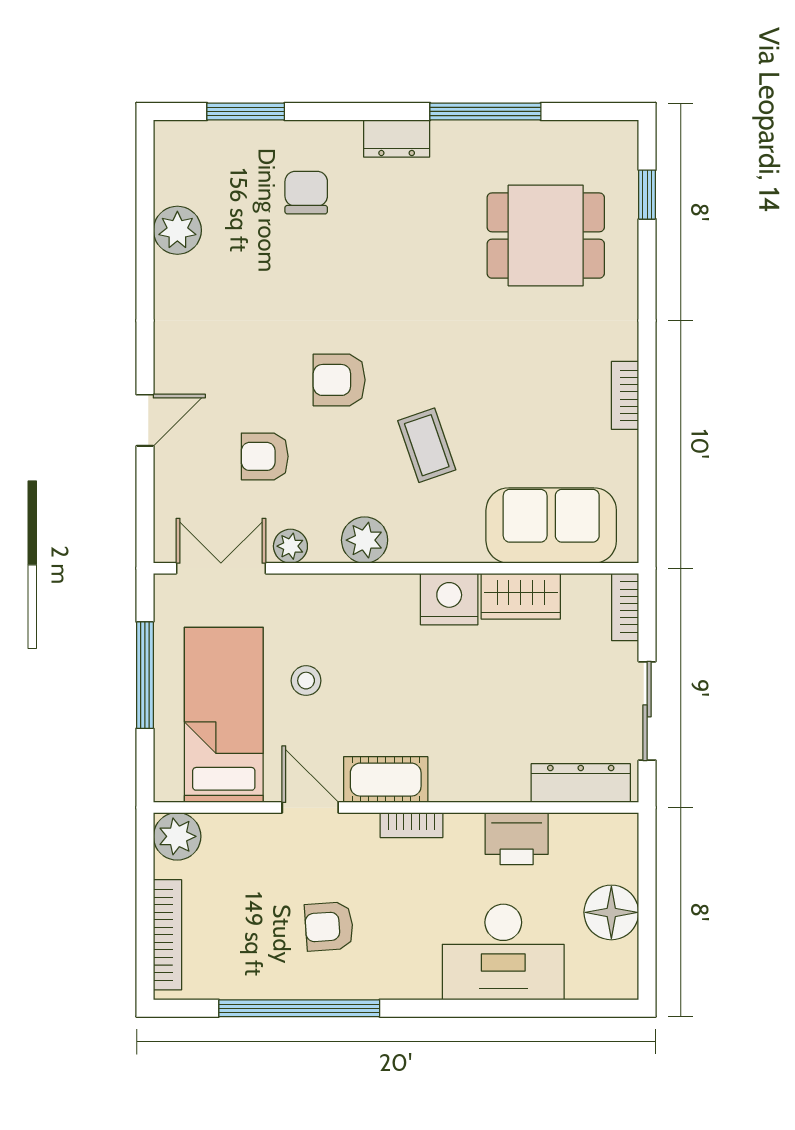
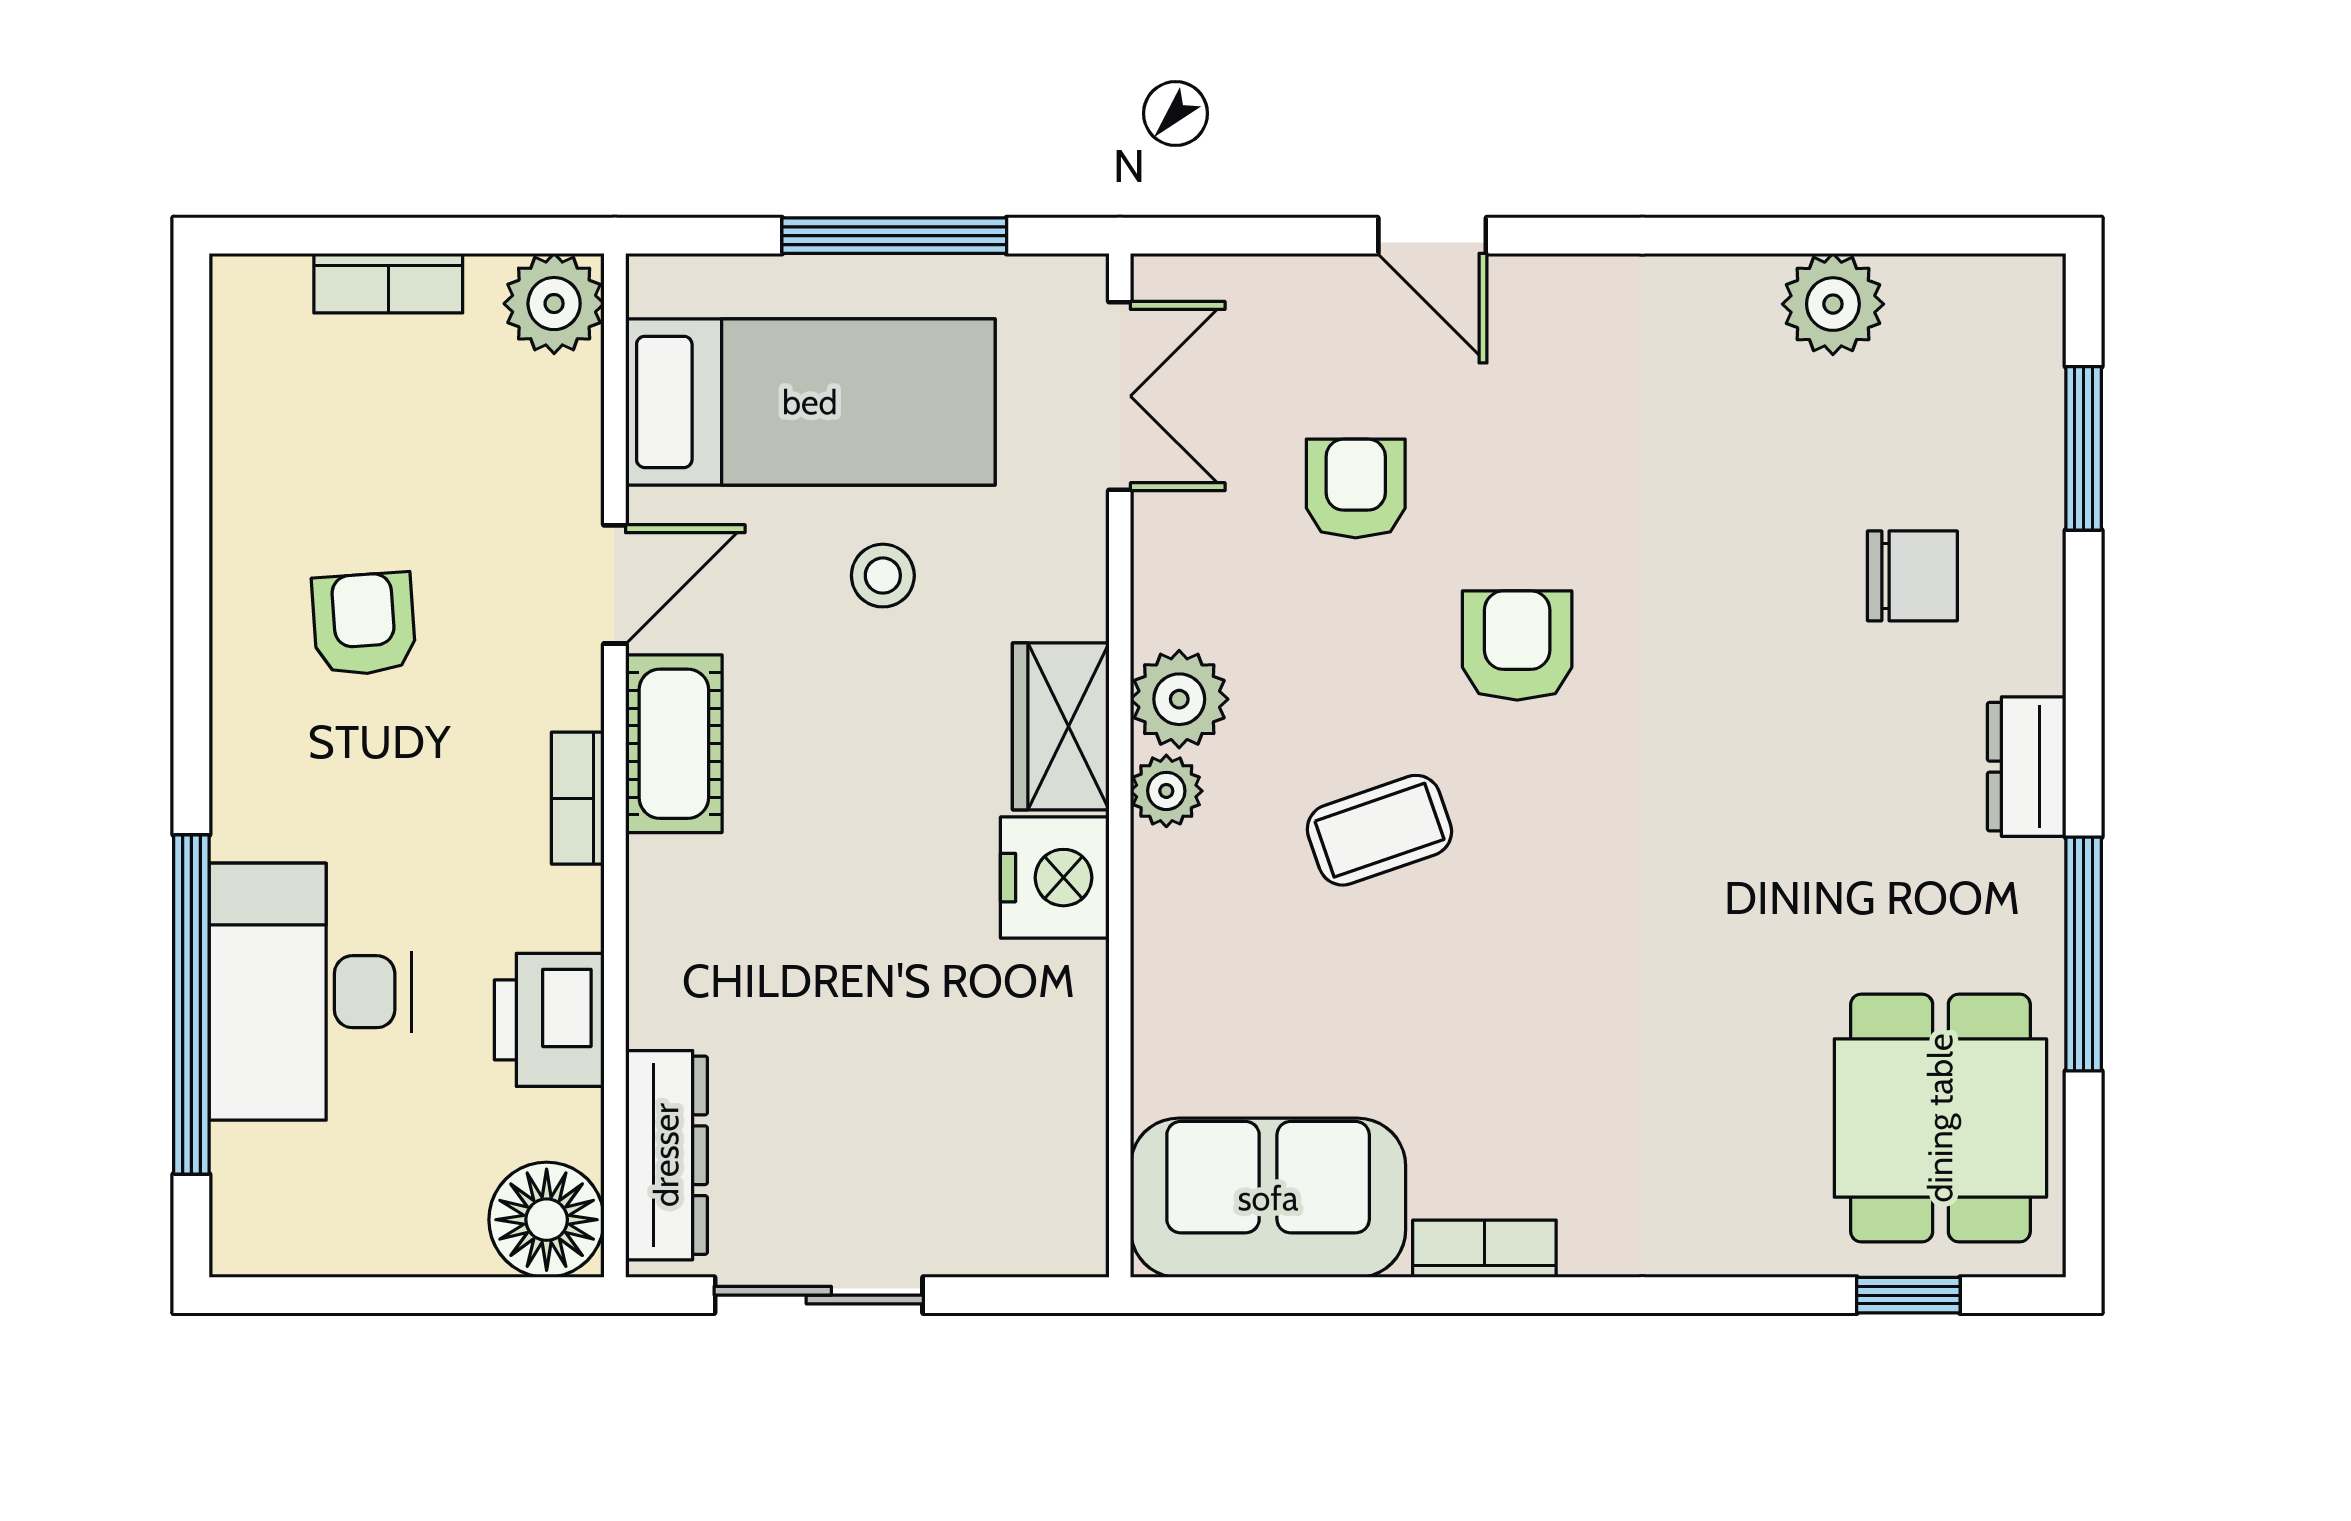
dining table: (546, 236) -> (1940, 1118), moved
sofa: (551, 525) -> (1268, 1198), moved, turned -90
plant: (290, 546) -> (1166, 791), moved
wardrobe: (521, 596) -> (1061, 726), moved
bookcase: (625, 607) -> (1038, 1249), removed
floor lamp: (611, 912) -> (547, 1220), moved
bookcase: (167, 935) -> (388, 283), width x0.64
window: (299, 1008) -> (191, 1004), moved

